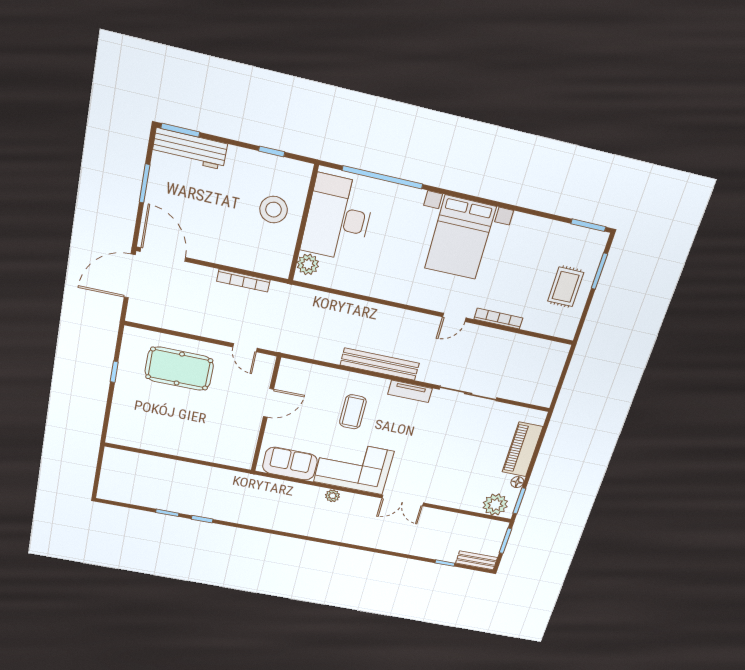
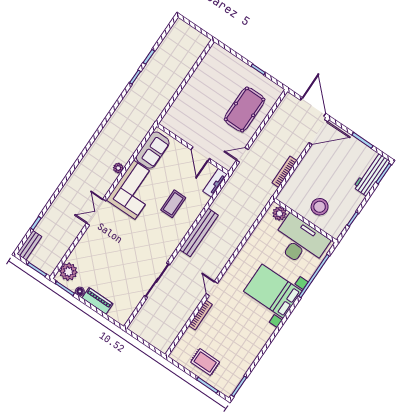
bed with nightstands: (460, 238) -> (273, 291), moved
tv unit: (410, 391) -> (215, 183), moved
coffee table: (353, 412) -> (173, 204), turned 90
piano: (522, 449) -> (97, 301), width x0.73, depth x0.75

